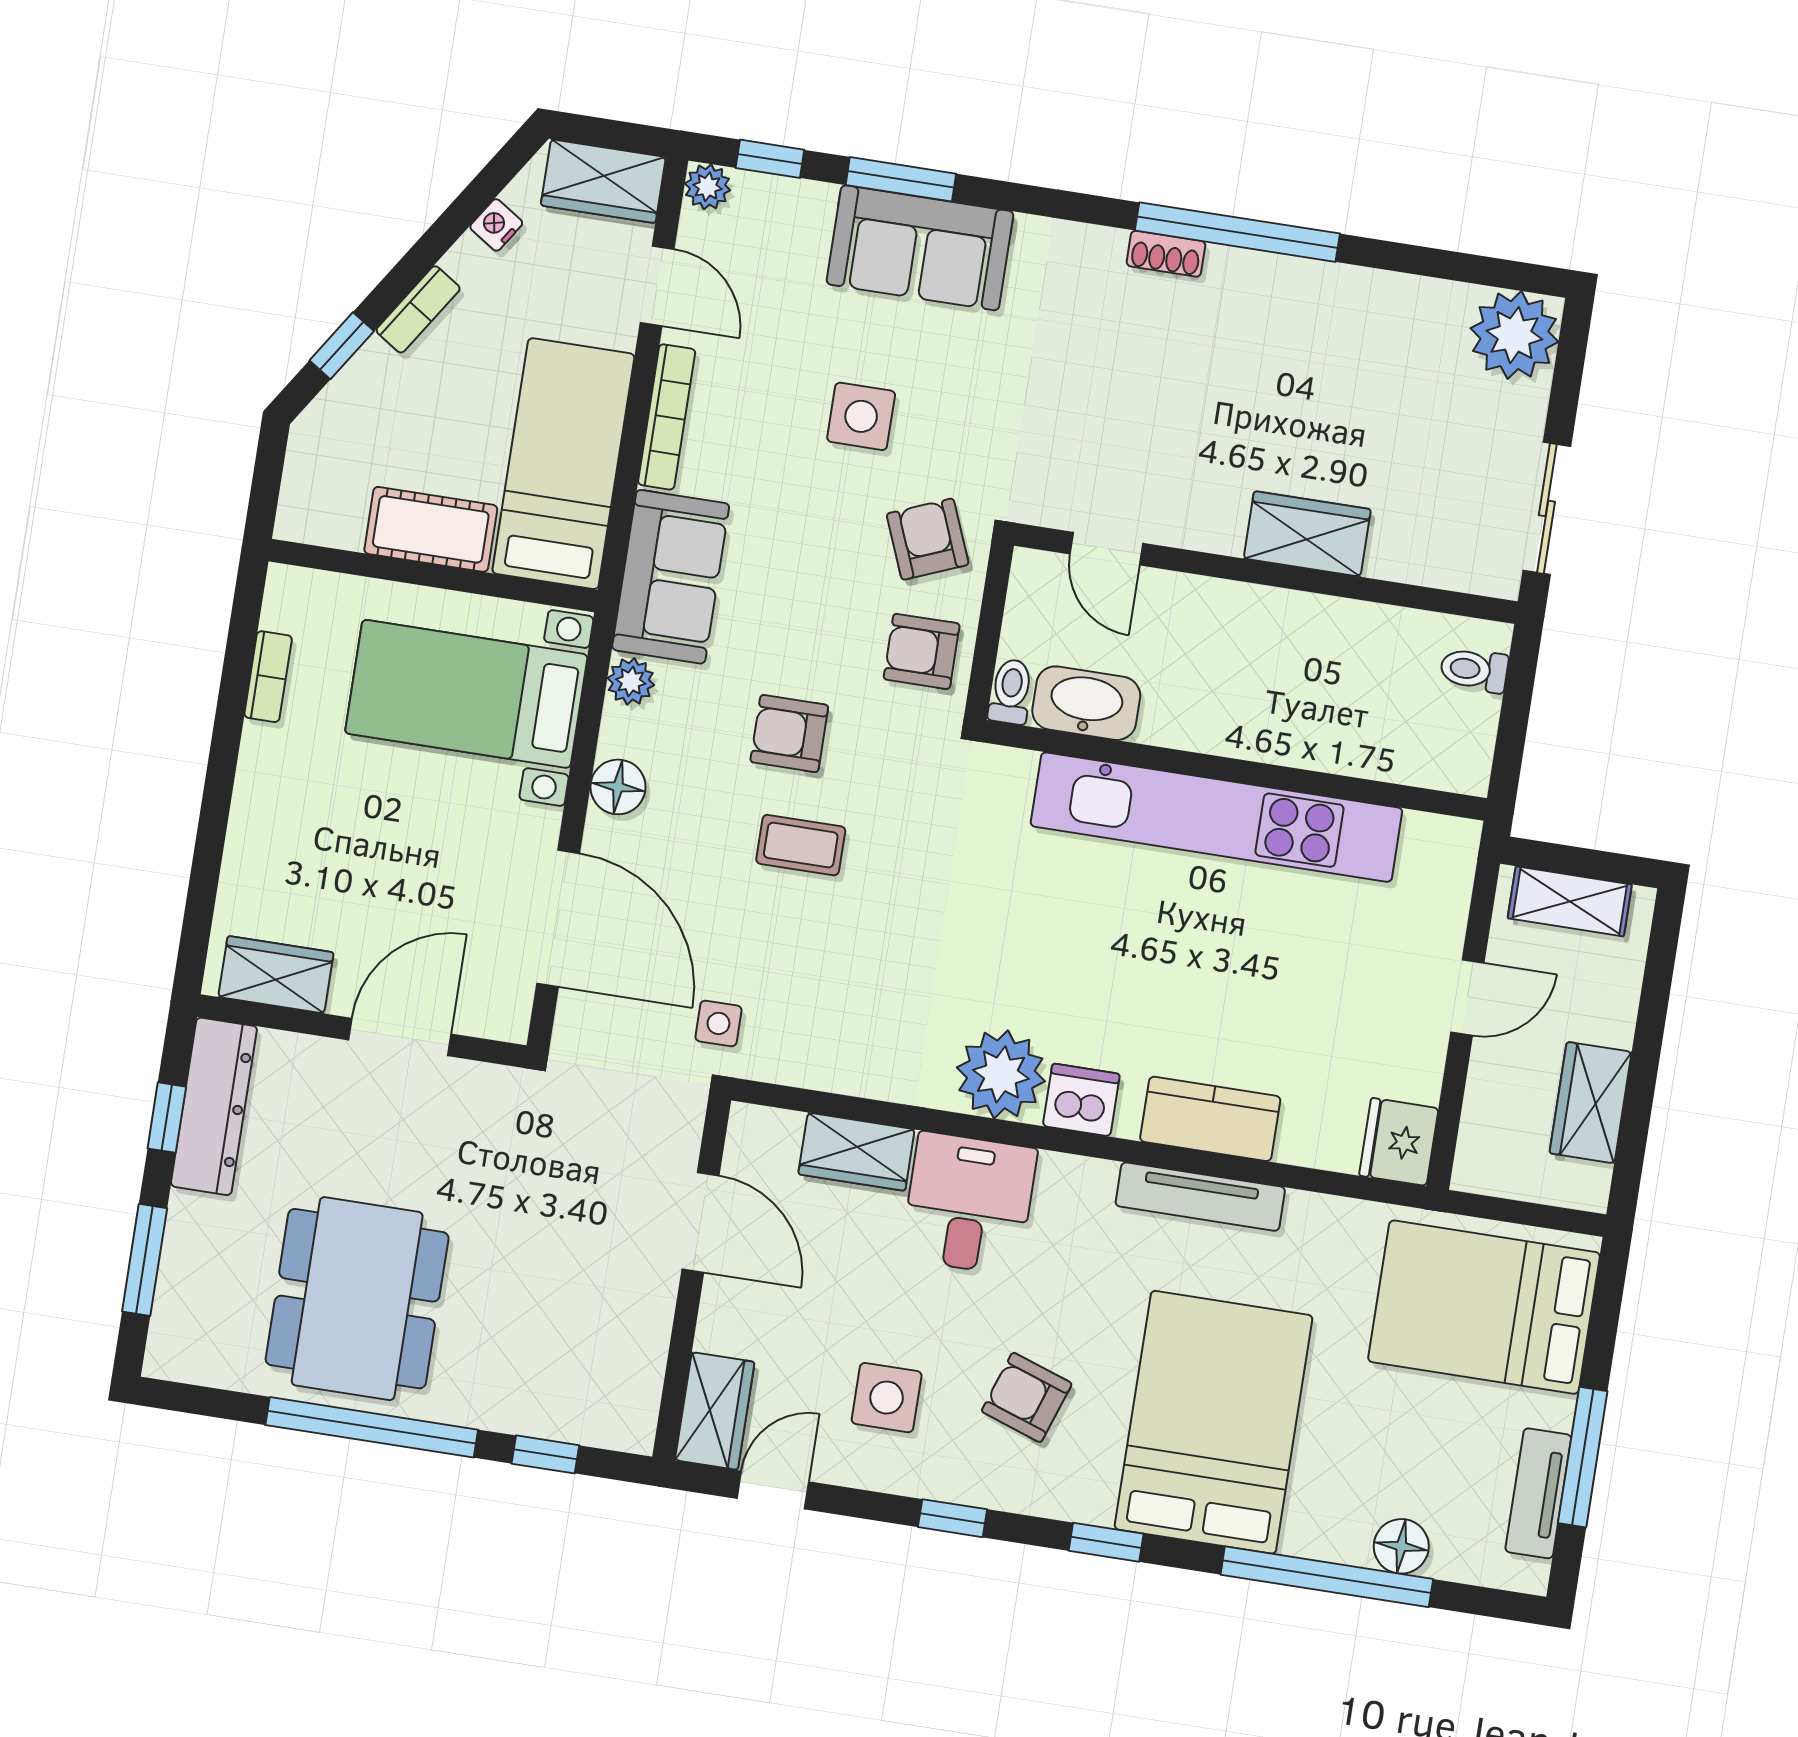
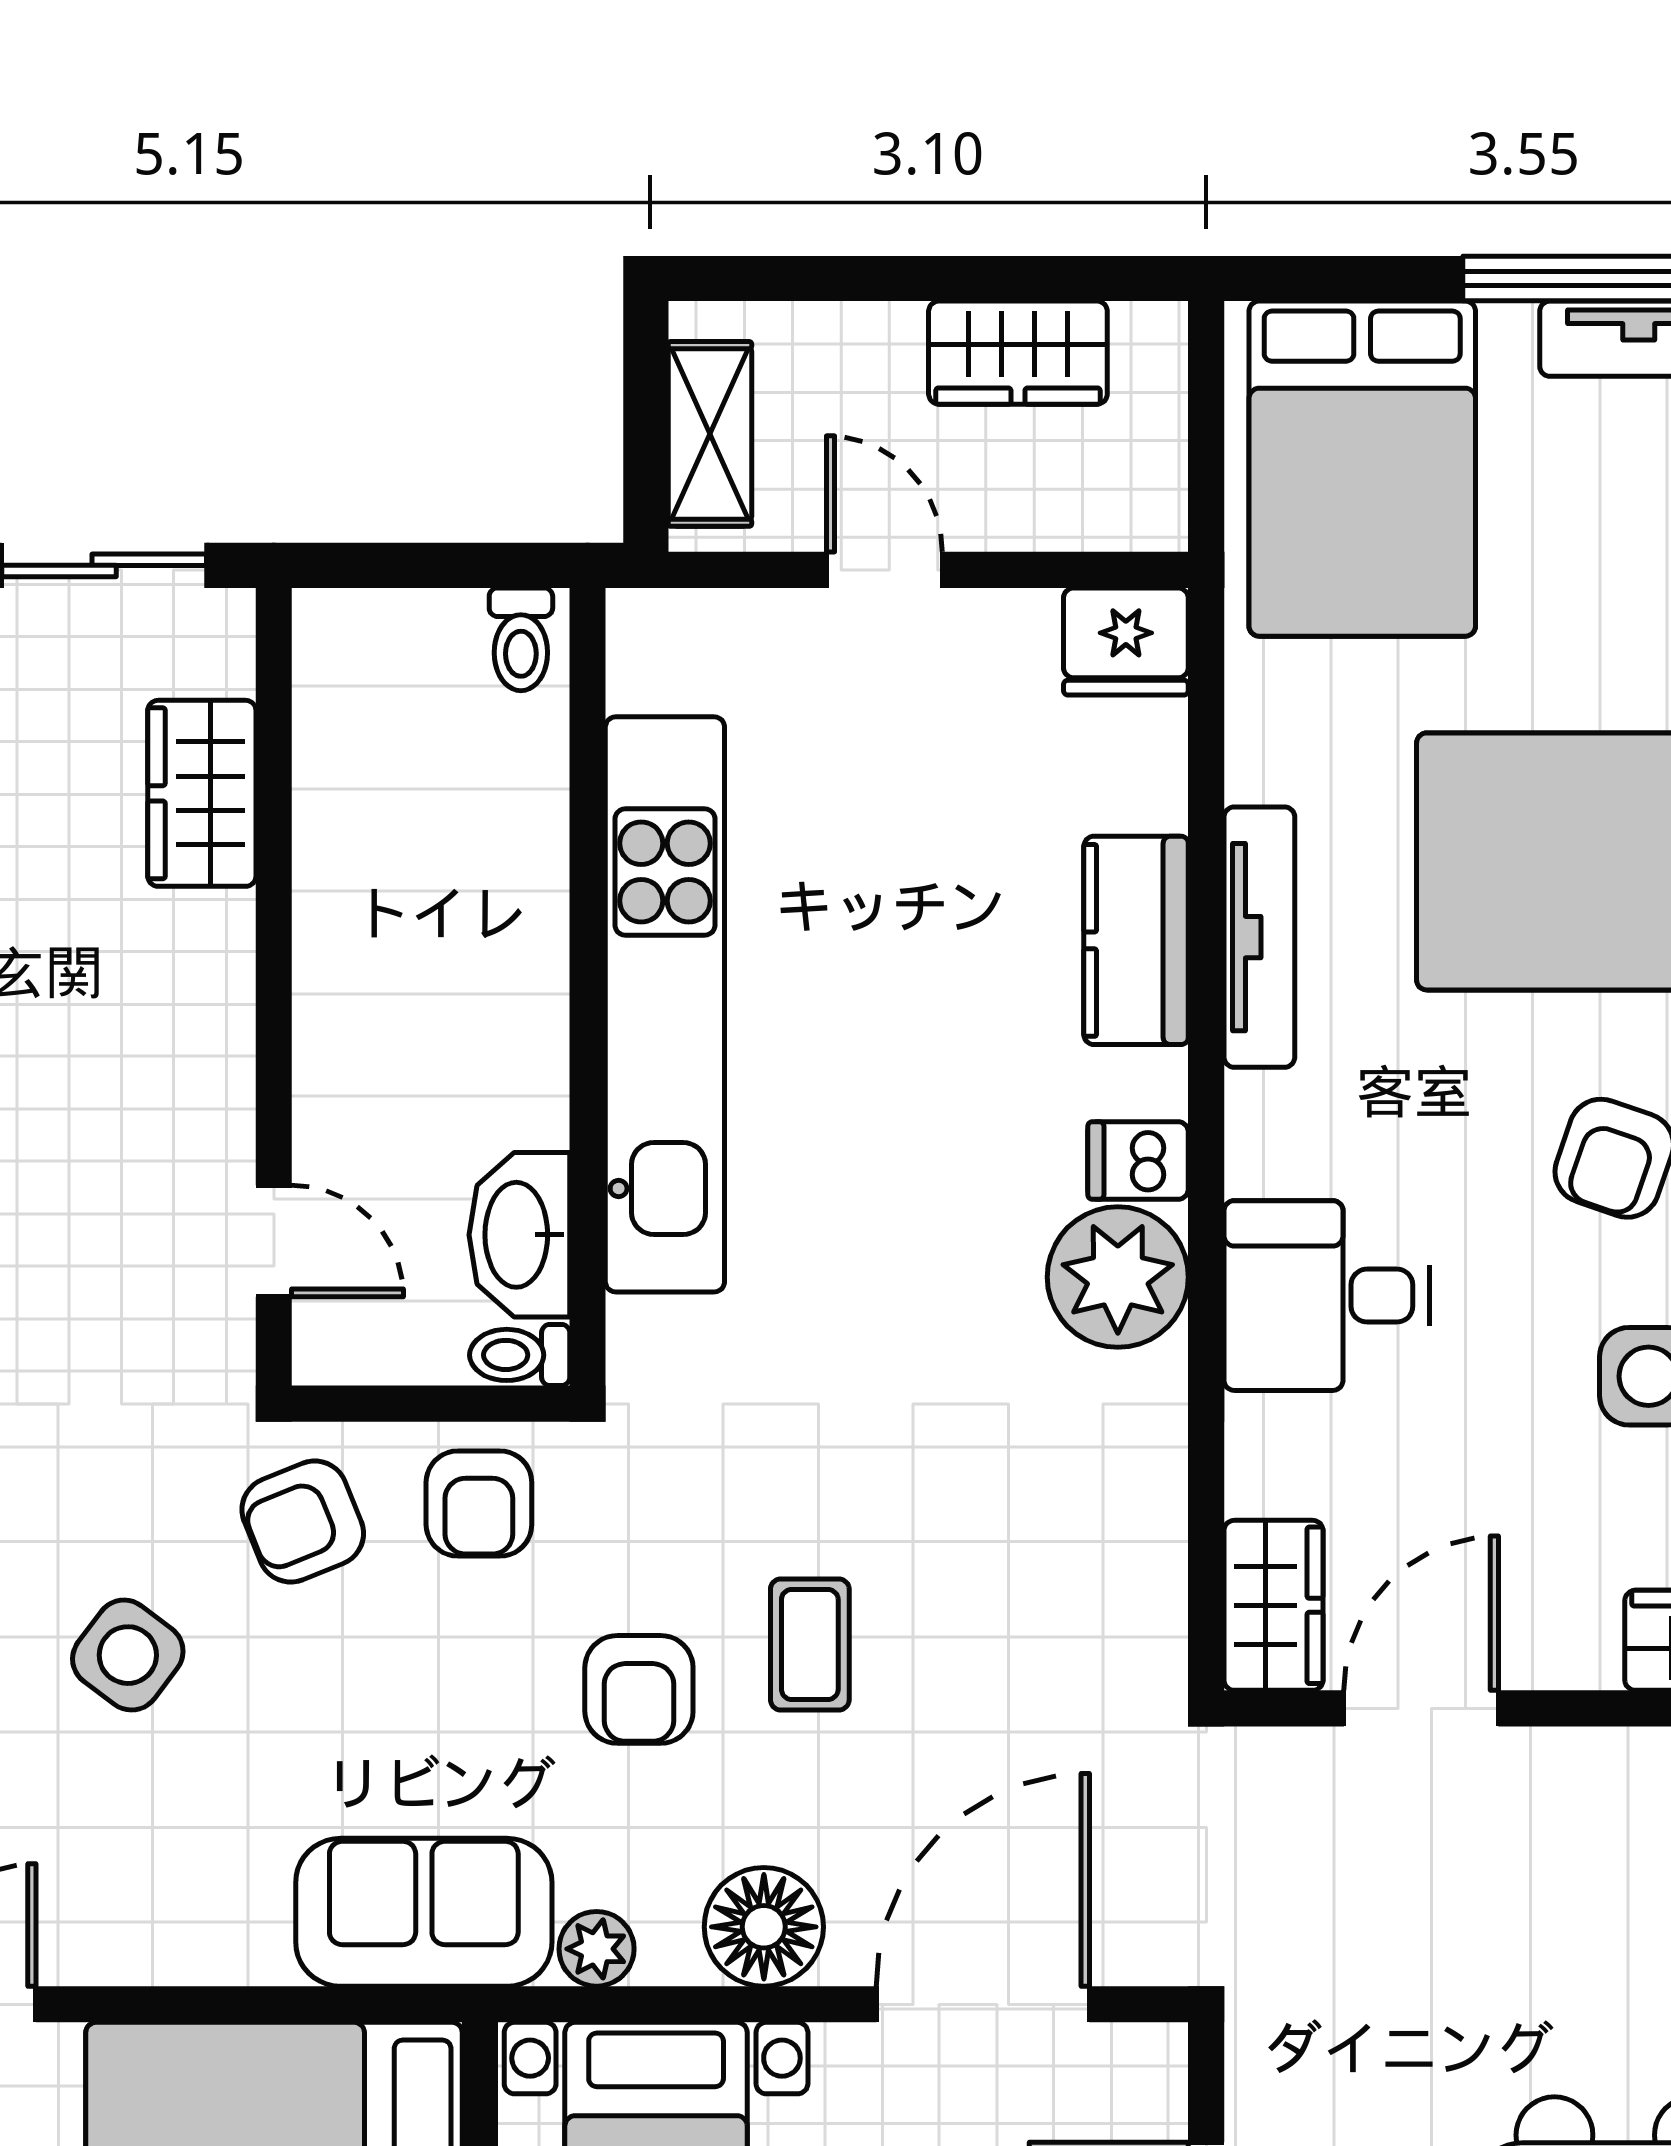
side table: (861, 416) -> (128, 1655), turned 37
bookcase: (667, 417) -> (176, 1957), removed
wardrobe: (1307, 534) -> (202, 793), moved
door: (1106, 549) -> (274, 1241), hinge flipped
toilet: (1474, 670) -> (521, 639), moved
floor lamp: (618, 787) -> (764, 1927), width x1.38, depth x1.38
side table: (718, 1023) -> (1107, 1729), removed
dishwasher: (1081, 1100) -> (1138, 1160), width x0.73
wardrobe: (856, 1152) -> (1273, 1605), moved

